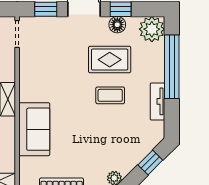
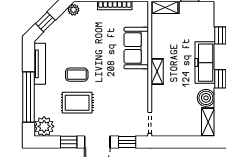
floor lamp: (117, 25) -> (71, 130), removed
tv unit: (157, 101) -> (40, 64), width x1.41

